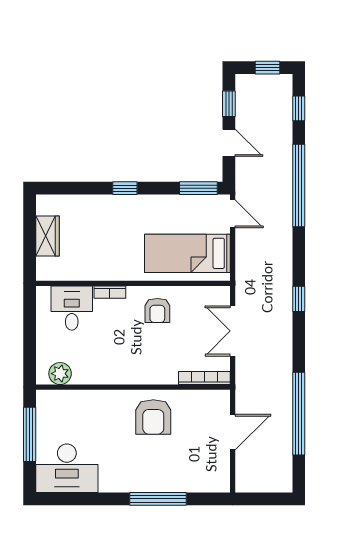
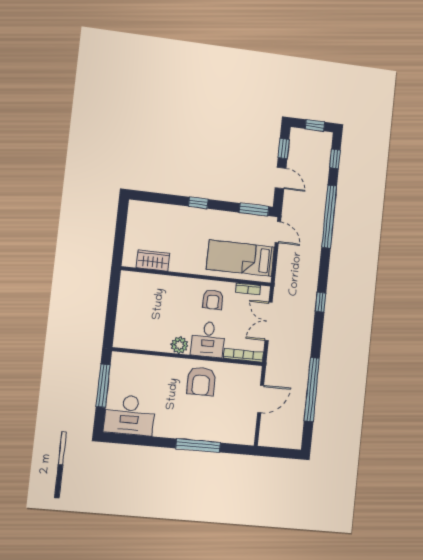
wardrobe: (47, 236) -> (153, 261), moved, turned -90
bookcase: (110, 292) -> (248, 289), moved
desk: (72, 308) -> (208, 339), moved, turned 180
plant: (60, 374) -> (180, 345), moved

